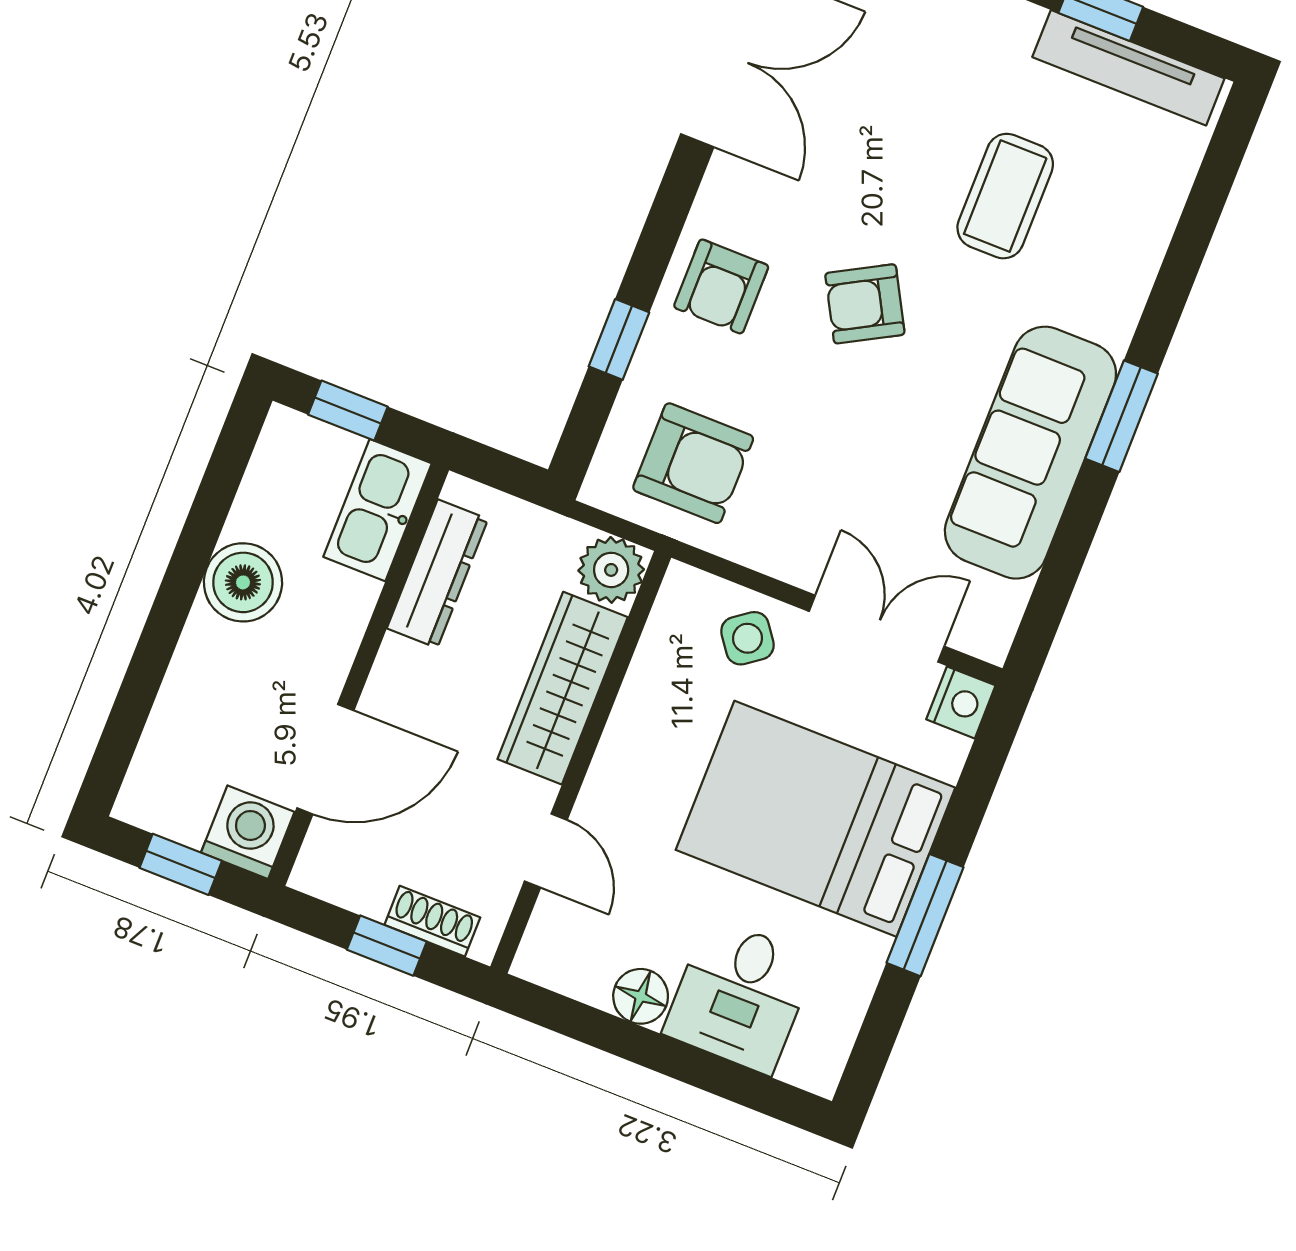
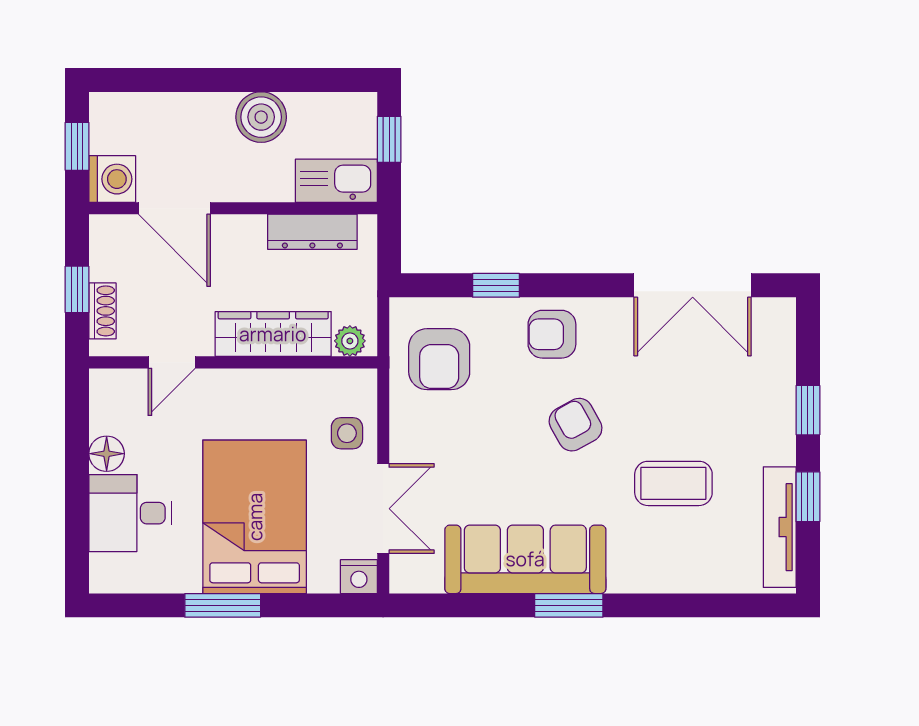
plant: (611, 570) -> (350, 341), width x0.73, depth x0.73
side table: (747, 638) -> (347, 433), turned 36

